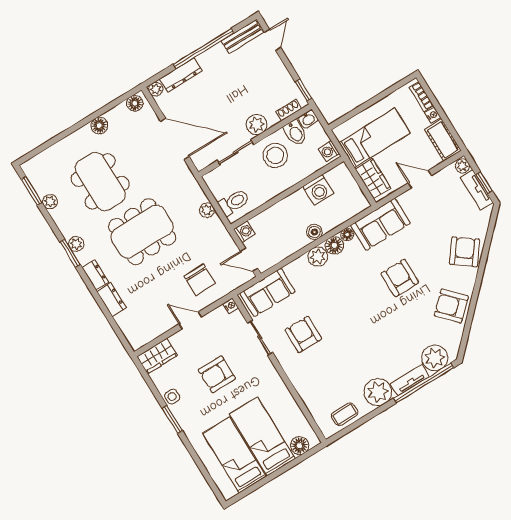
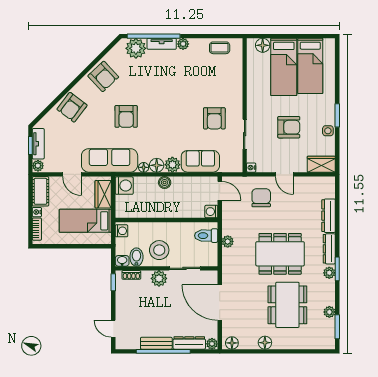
bench: (242, 37) -> (156, 343), moved
door: (273, 40) -> (113, 329), hinge flipped
washing machine: (318, 190) -> (124, 186), moved, turned 90
sofa: (380, 224) -> (110, 160), width x1.36
dresser: (95, 275) -> (329, 249), width x1.44
sofa: (267, 292) -> (200, 161), moved
dresser: (112, 300) -> (329, 216), width x1.44
plant: (378, 392) -> (183, 44), width x0.53, depth x0.53

